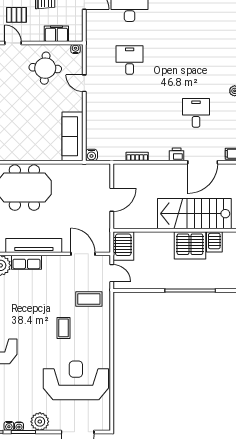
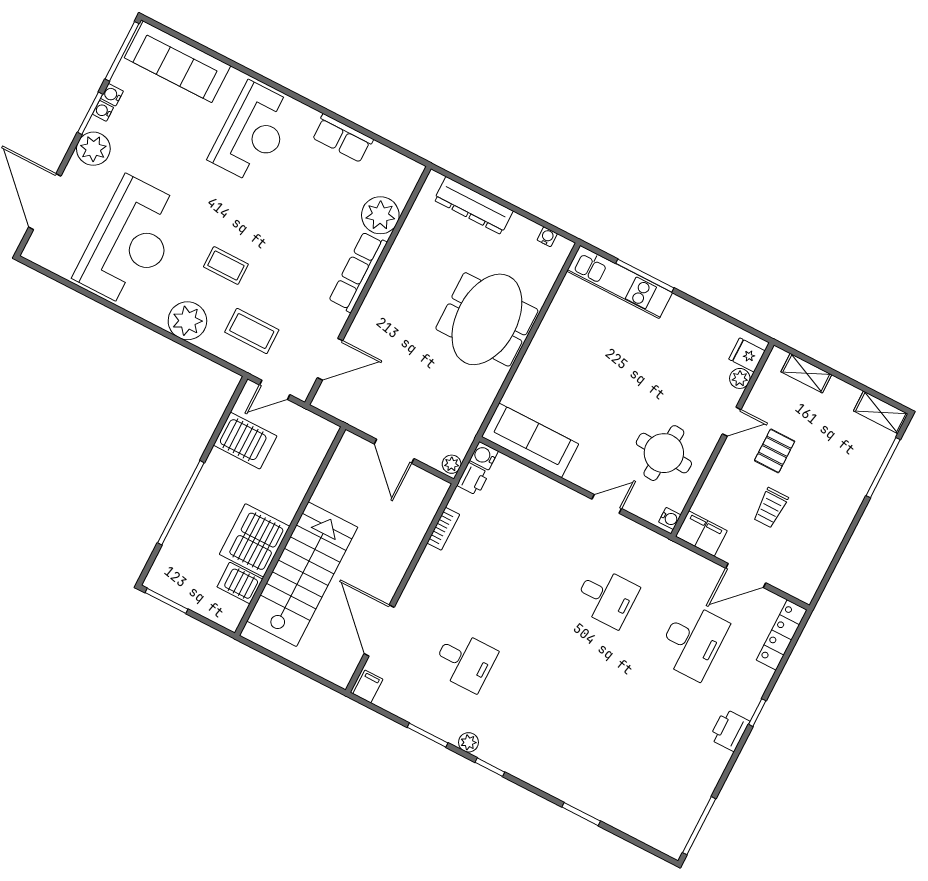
filing cabinet: (56, 34) -> (701, 534), moved, turned -90
printer: (177, 154) -> (473, 479), moved
plant: (104, 169) -> (452, 464), added
tv unit: (34, 245) -> (385, 286), removed
server rack: (123, 246) -> (245, 441), moved, turned 180
row of seats: (26, 262) -> (358, 272), width x1.48
coffee table: (89, 299) -> (252, 331), turned 90
plant: (100, 333) -> (187, 321), added

